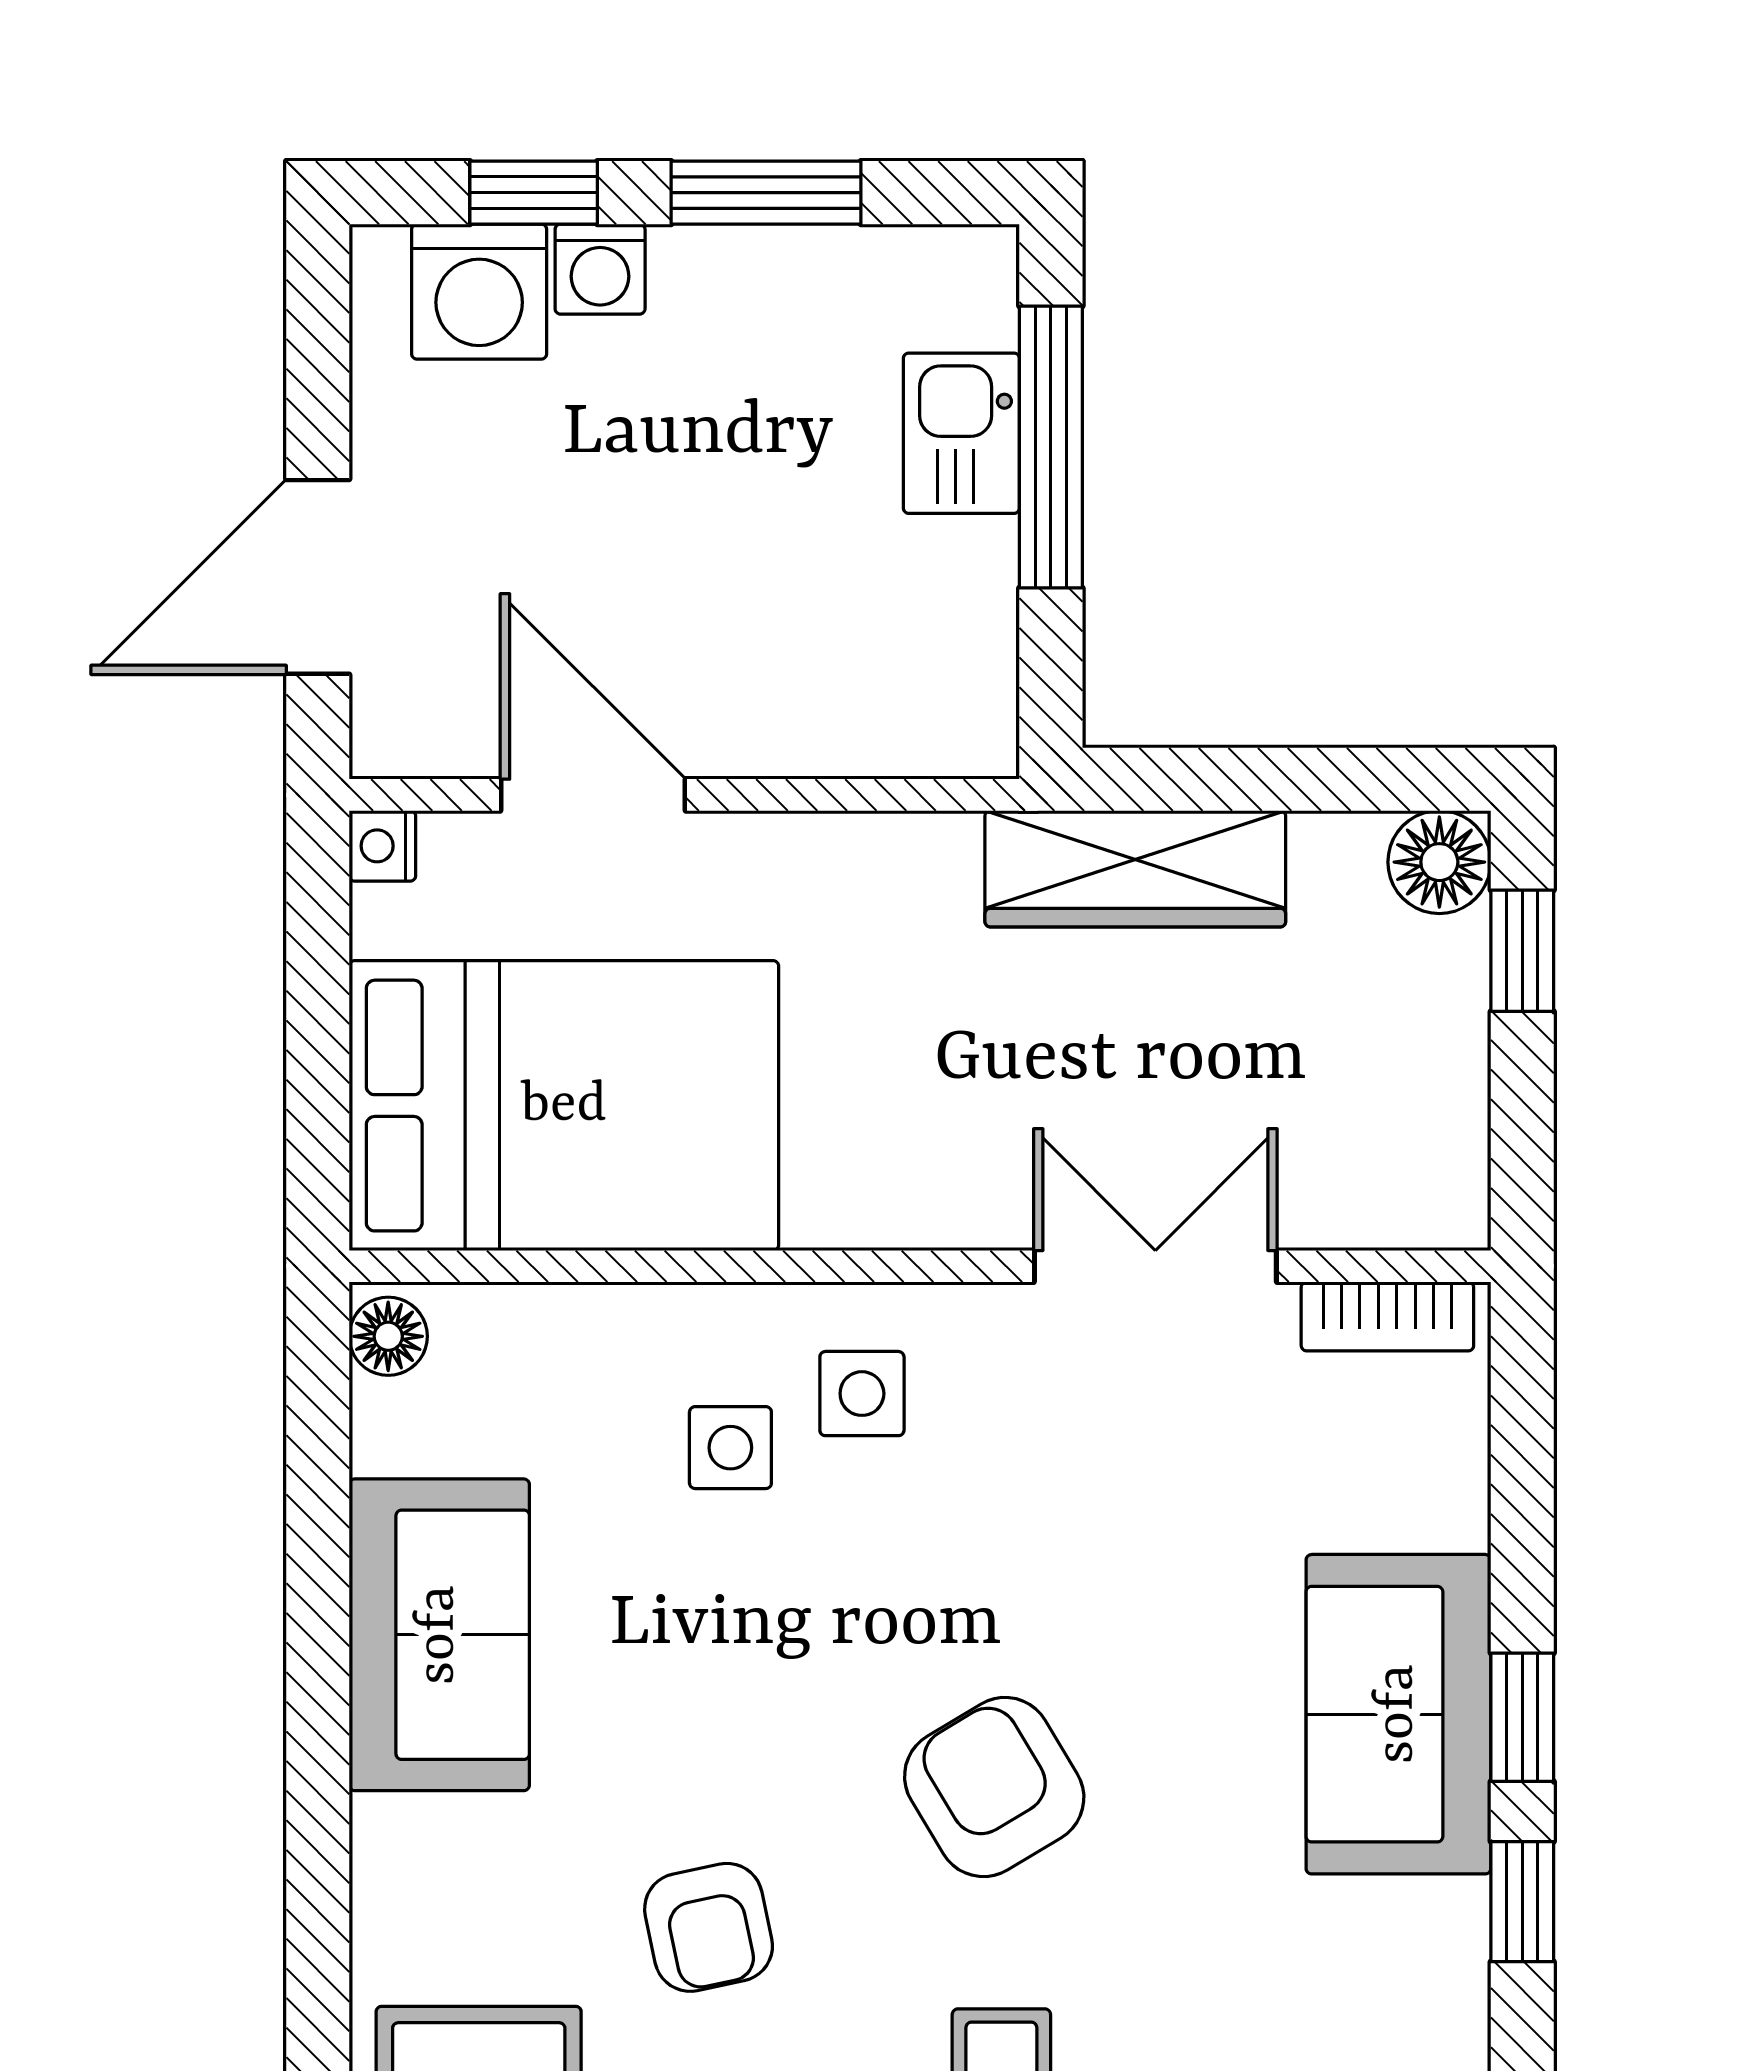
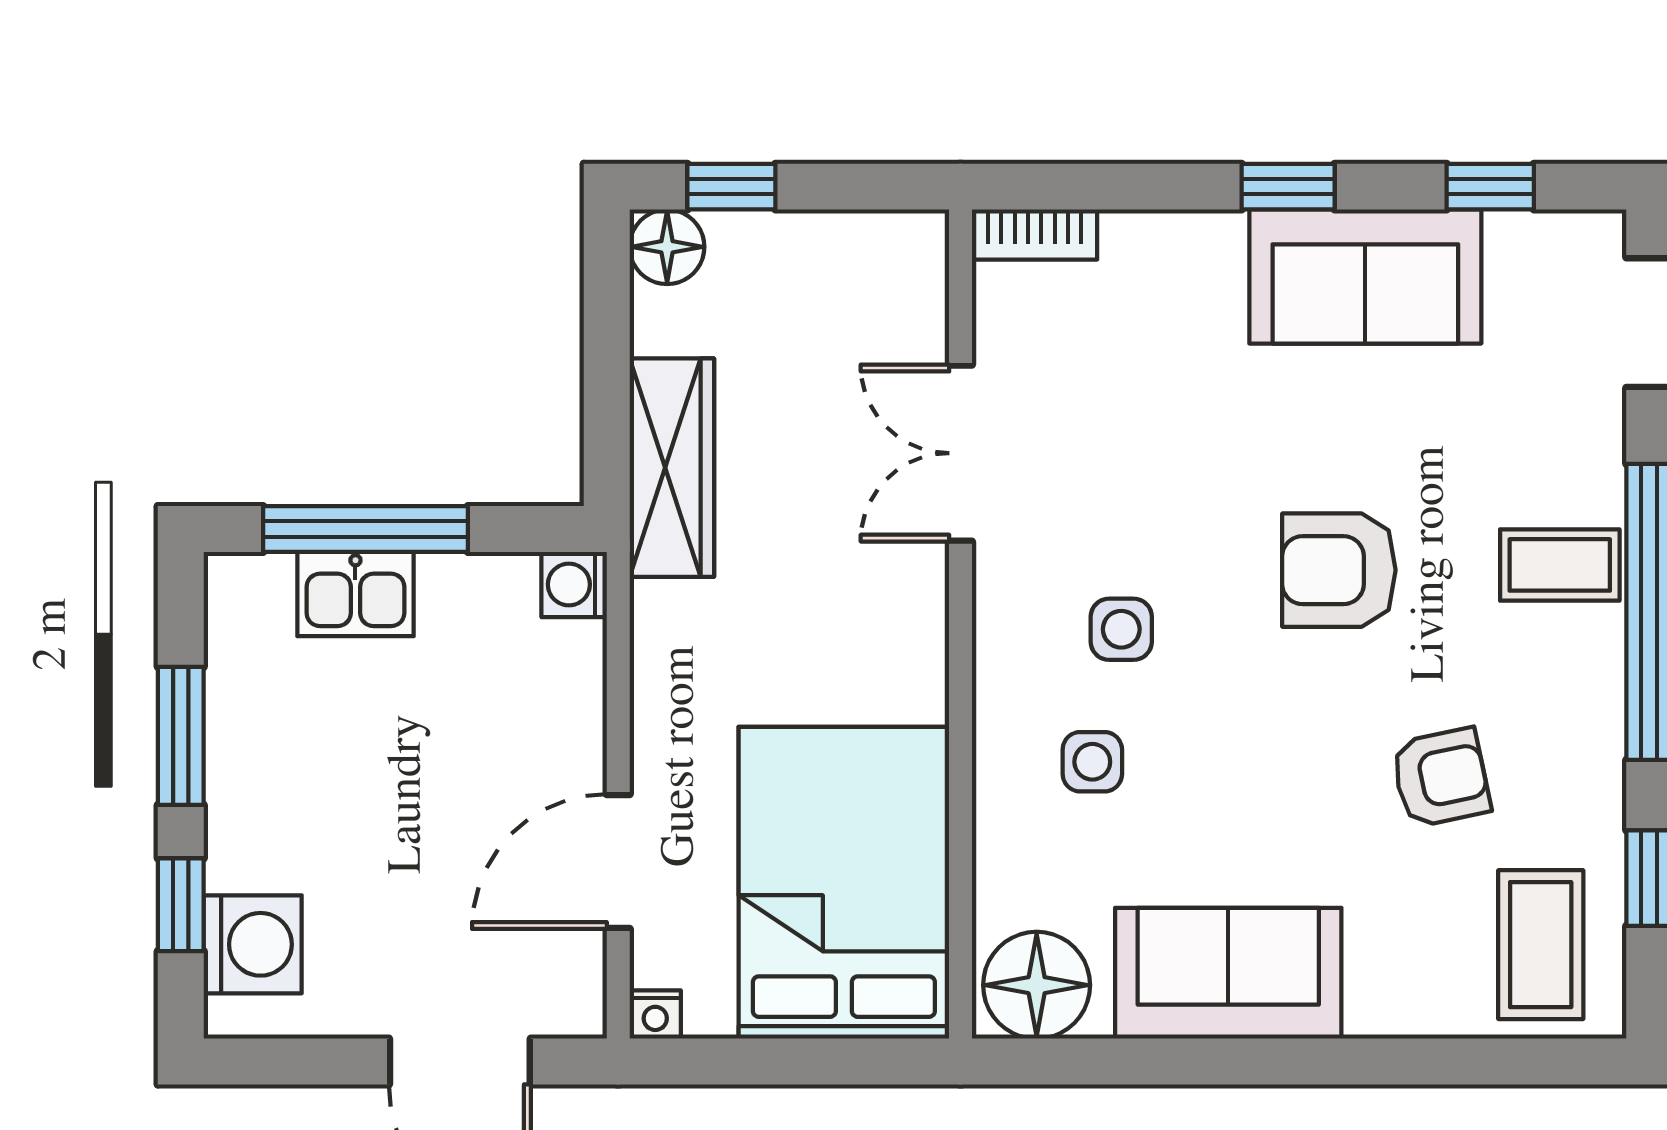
washing machine: (600, 269) -> (574, 584), moved, turned 180
bookcase: (1387, 1316) -> (1035, 234), moved, turned 90
floor lamp: (388, 1336) -> (1037, 985), width x1.89, depth x1.89
side table: (862, 1394) -> (1121, 629), moved
sofa: (1398, 1714) -> (1365, 277), moved
armchair: (994, 1787) -> (1339, 570), turned 31
window: (1522, 1902) -> (1490, 187), moved

